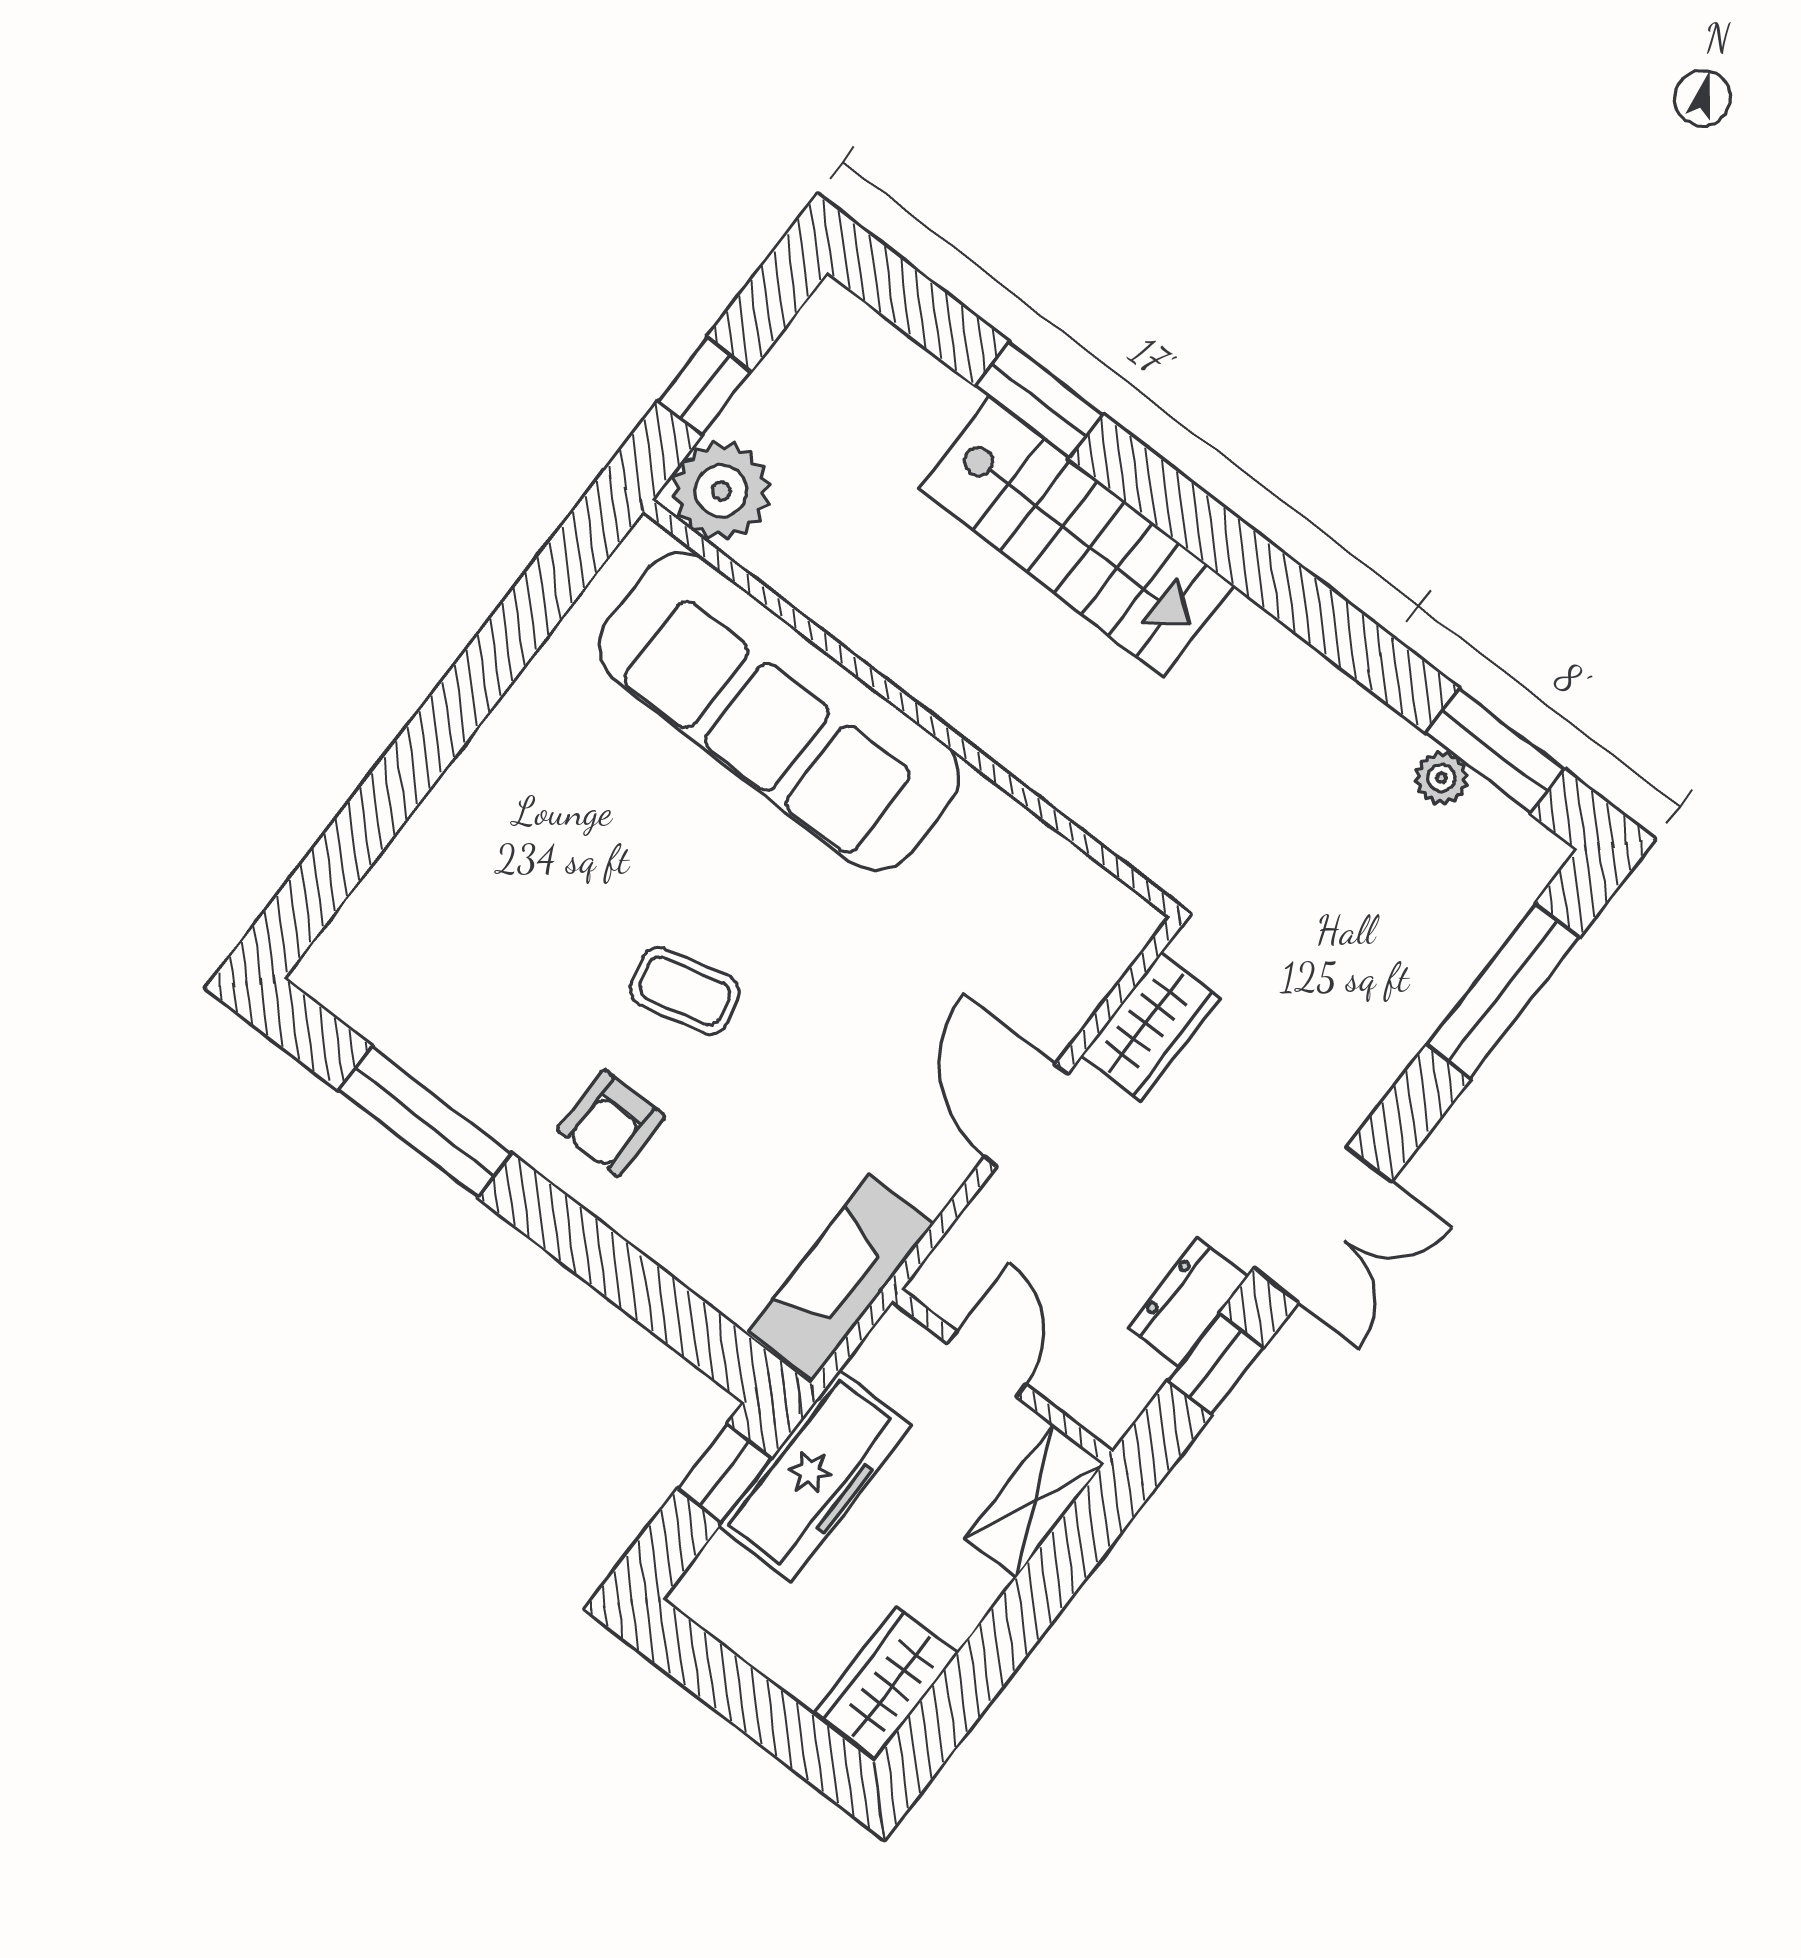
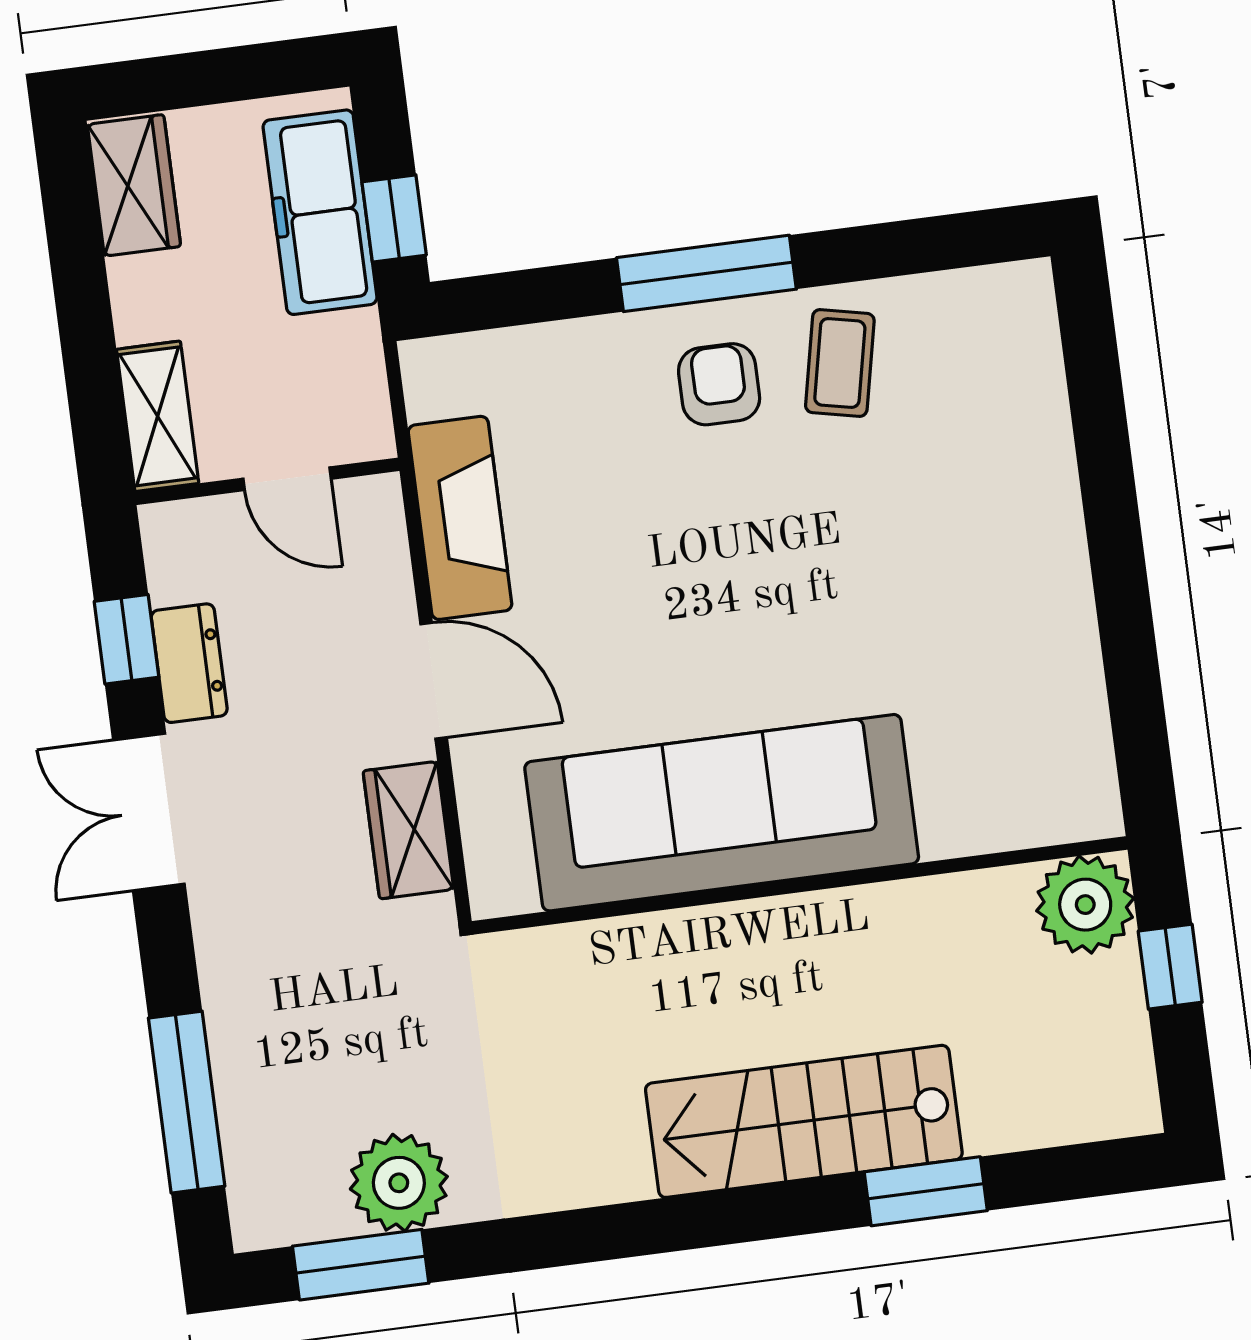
sofa: (779, 711) -> (722, 813), moved
plant: (1441, 778) -> (399, 1183), width x1.87, depth x1.87
coffee table: (685, 991) -> (840, 363), moved, turned -64
window: (425, 1122) -> (706, 273), moved
fireplace: (841, 1278) -> (460, 518), moved
freezer: (815, 1476) -> (320, 212), moved

